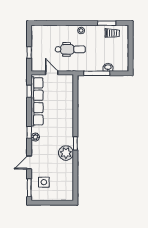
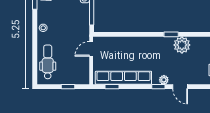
dental chair: (70, 49) -> (48, 62), moved
door: (52, 73) -> (91, 49), moved
door: (29, 163) -> (180, 87), moved

